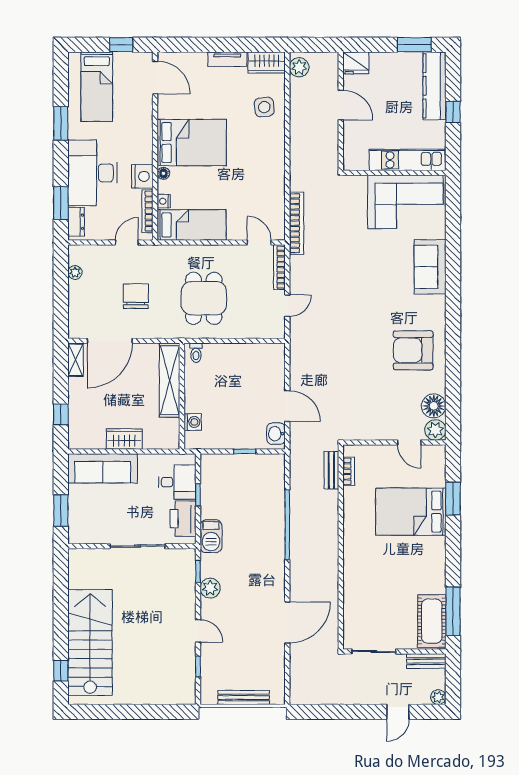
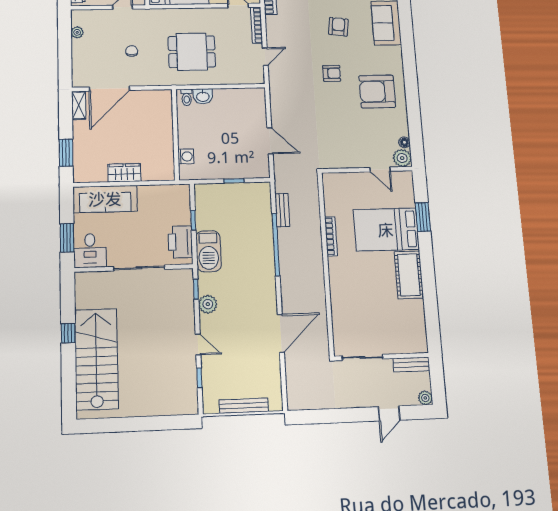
armchair: (374, 271) -> (338, 27), added
chair: (136, 296) -> (132, 51), width x0.54, depth x0.54
dining table: (204, 298) -> (192, 52), turned 90
armchair: (362, 327) -> (332, 73), added
shelving: (170, 380) -> (164, 121), removed
floor lamp: (434, 406) -> (404, 142), width x0.53, depth x0.53
window: (61, 414) -> (66, 153), width x1.50
washbasin: (276, 434) -> (203, 96), moved, turned -90
bench: (331, 470) -> (282, 210), moved
bookcase: (349, 471) -> (331, 236), moved, width x1.56
desk: (177, 482) -> (90, 251), moved, turned 90
barbecue: (211, 536) -> (208, 251), width x1.37, depth x1.21
window: (453, 611) -> (432, 318), removed
cot: (432, 621) -> (409, 275), moved
window: (61, 671) -> (68, 333), moved

